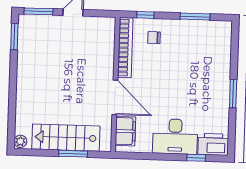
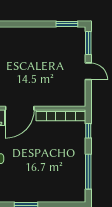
window: (195, 17) -> (88, 172), width x1.44
chair: (154, 38) -> (70, 139), removed

